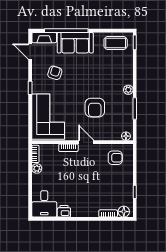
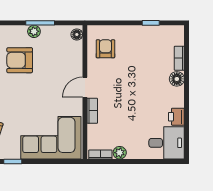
plant: (128, 90) -> (34, 31), moved
armchair: (95, 108) -> (20, 60), moved, turned 180
floor lamp: (124, 212) -> (177, 79), moved

